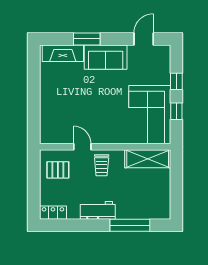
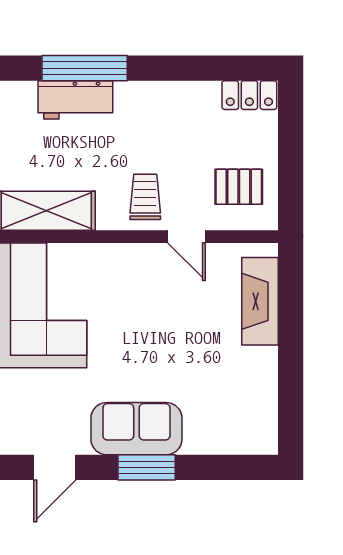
window: (87, 39) -> (147, 467), moved
fireplace: (63, 53) -> (260, 301), moved, turned -90
workbench: (98, 210) -> (75, 100), moved

